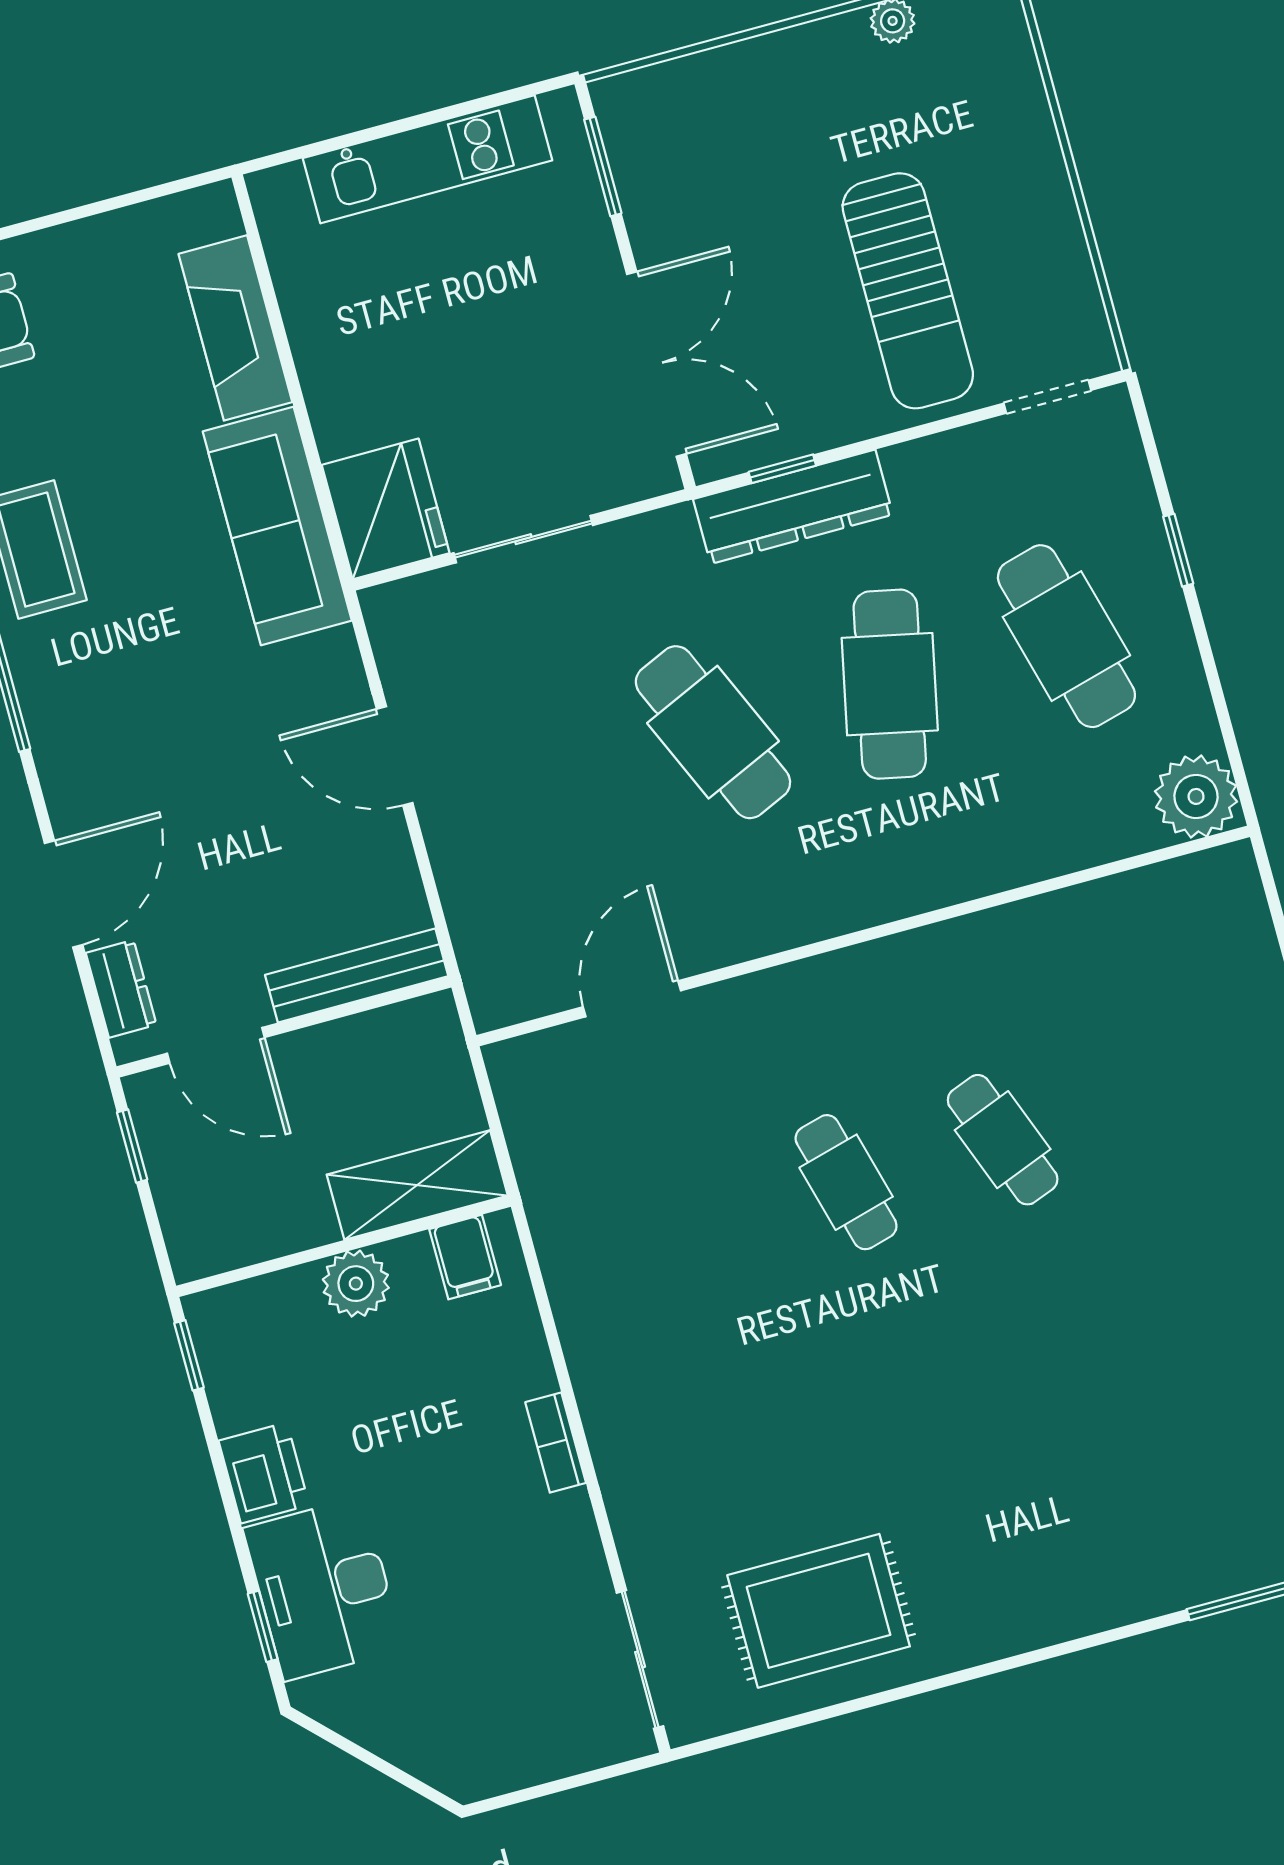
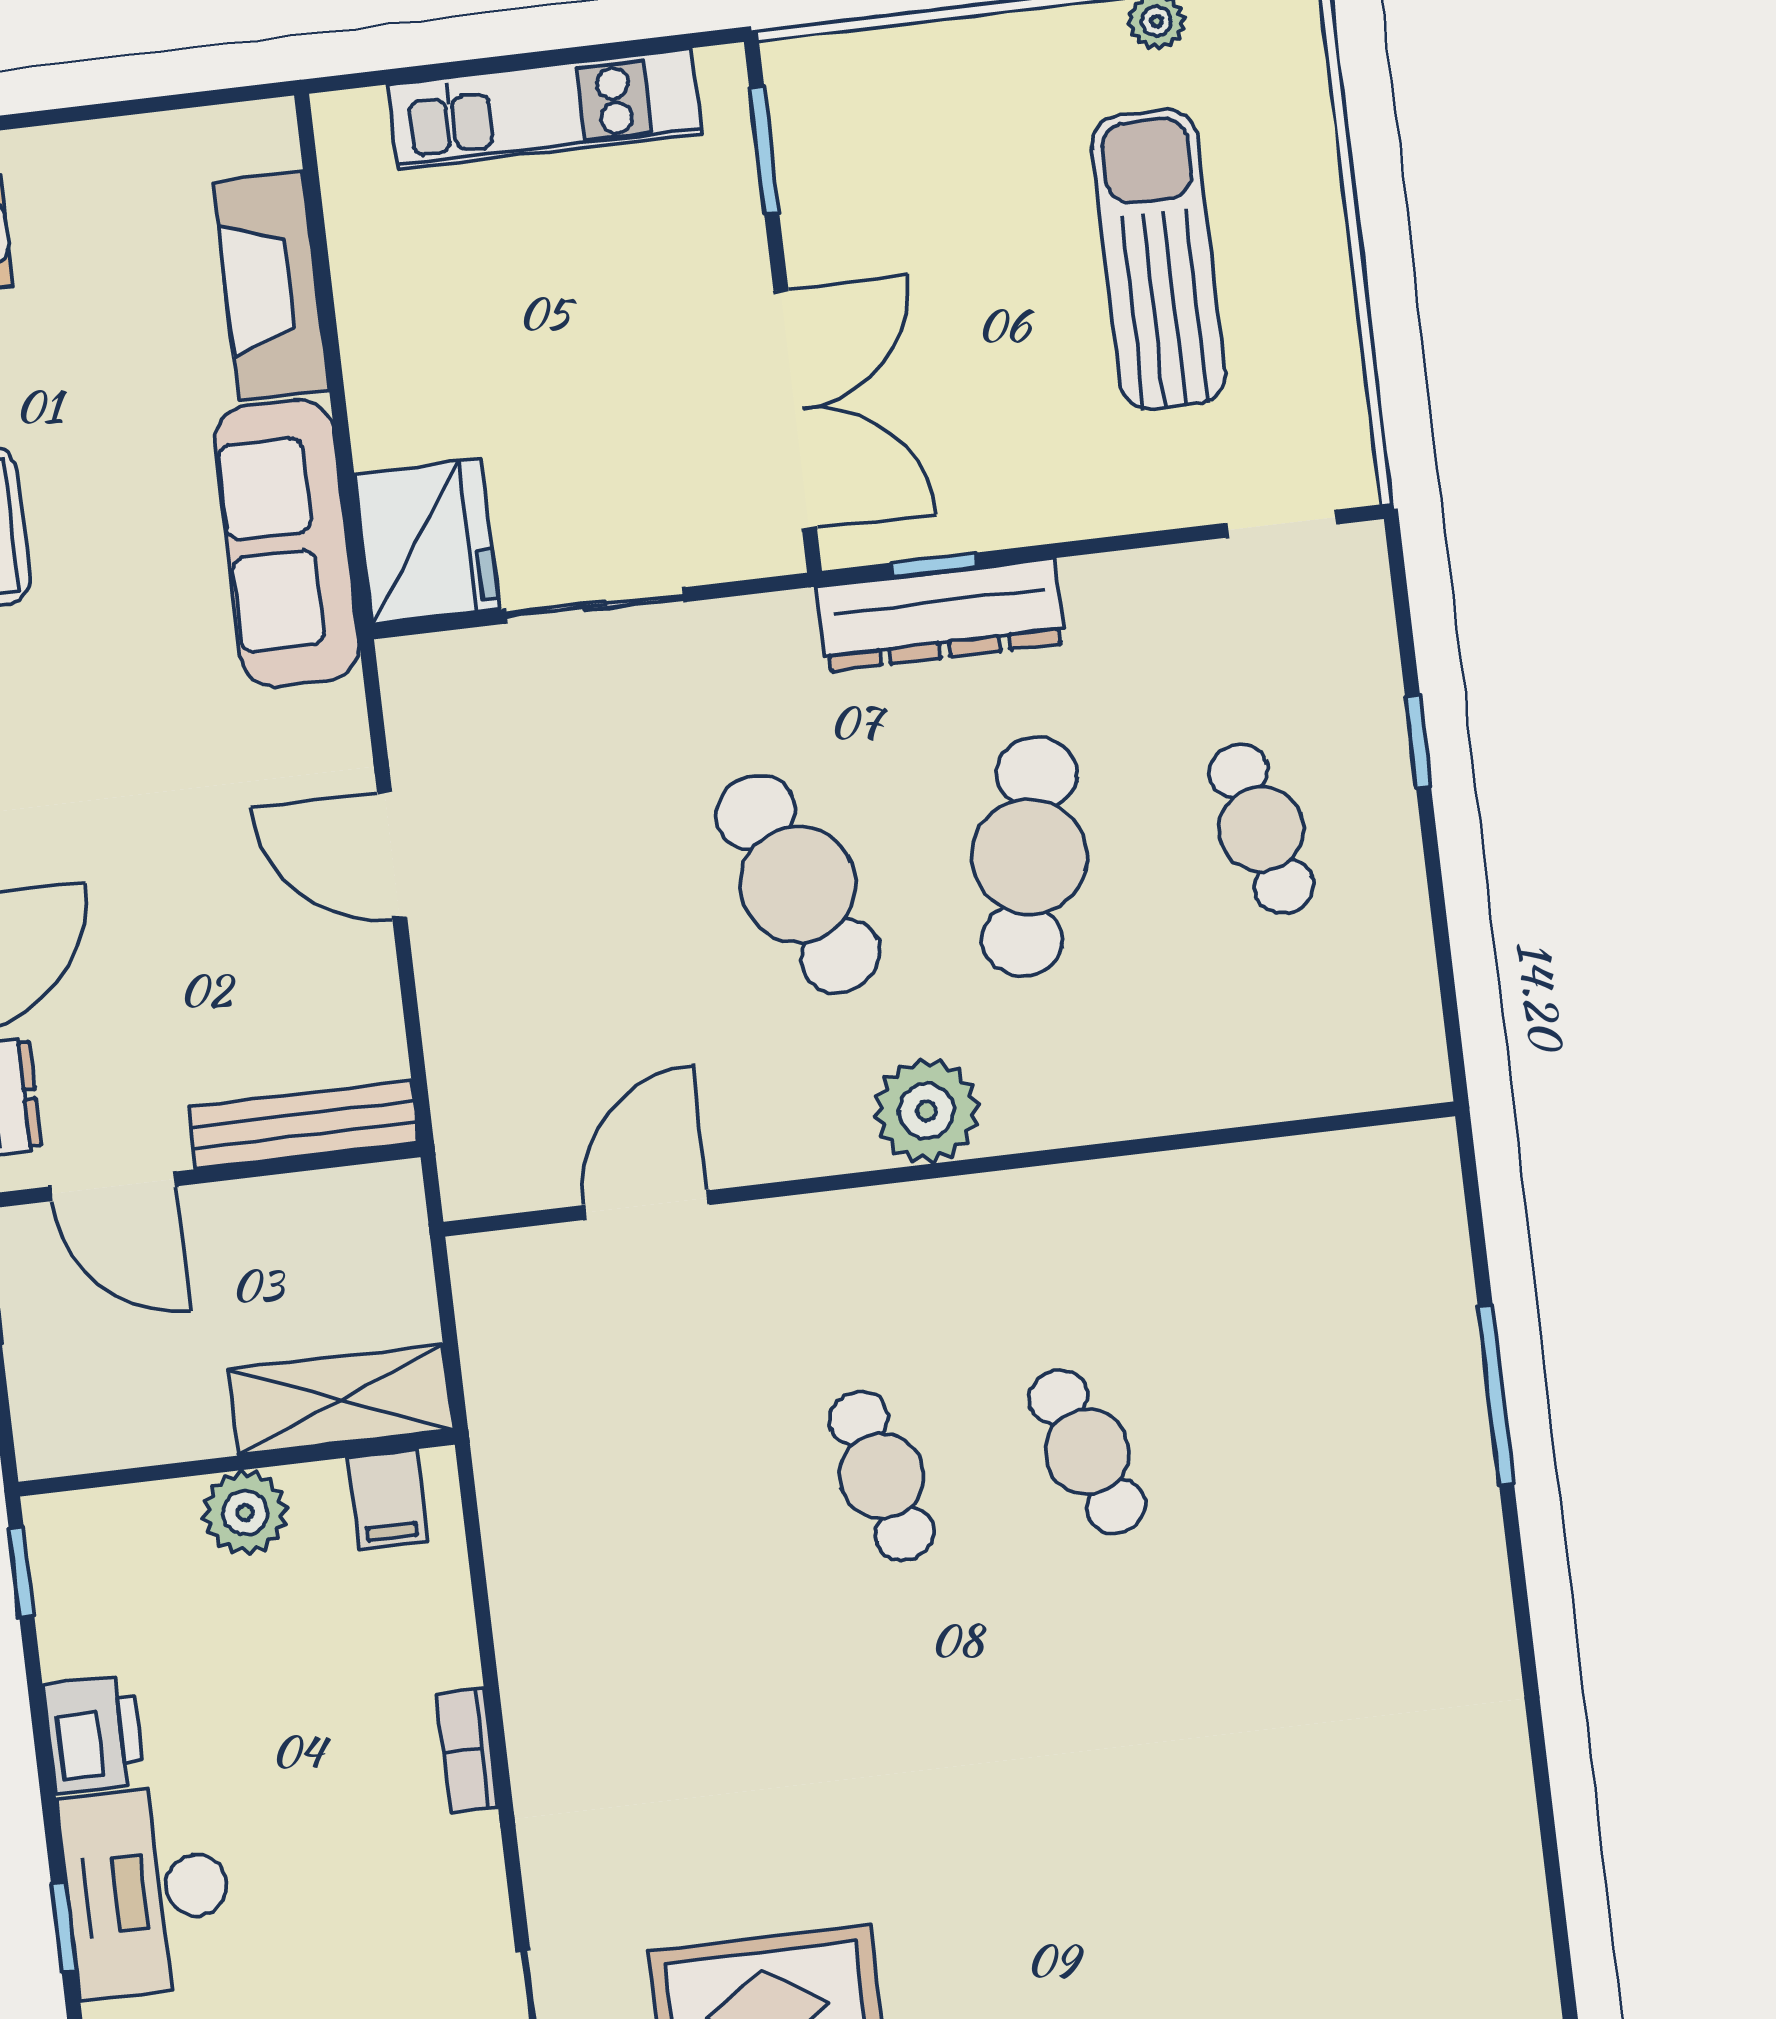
sun lounger: (908, 291) -> (1159, 259), moved, turned 180
cafe table: (1066, 636) -> (1261, 829), width x0.73, depth x0.74
plant: (1196, 796) -> (927, 1111), moved

